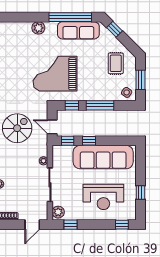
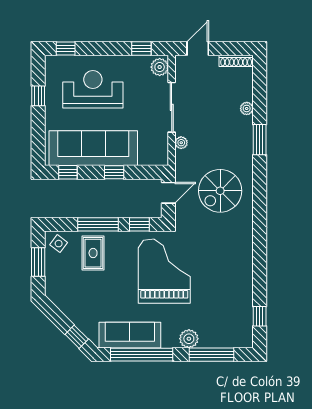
window: (23, 17) -> (211, 355), added
rug: (116, 63) -> (93, 253), moved
grand piano: (55, 74) -> (164, 271), turned -90
door: (52, 127) -> (168, 193), hinge flipped
window: (68, 141) -> (68, 172), moved

